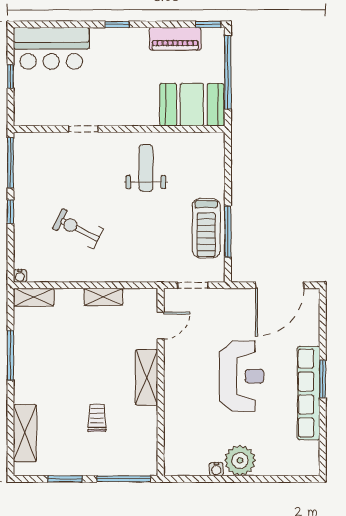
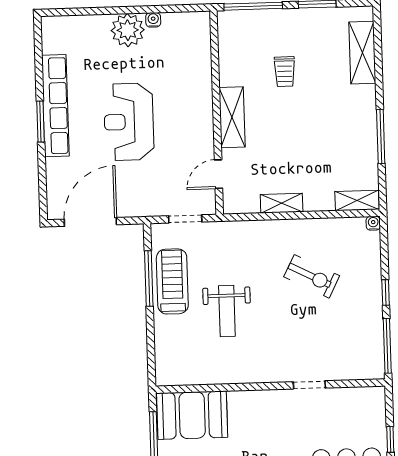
weight bench: (146, 168) -> (227, 311), moved

